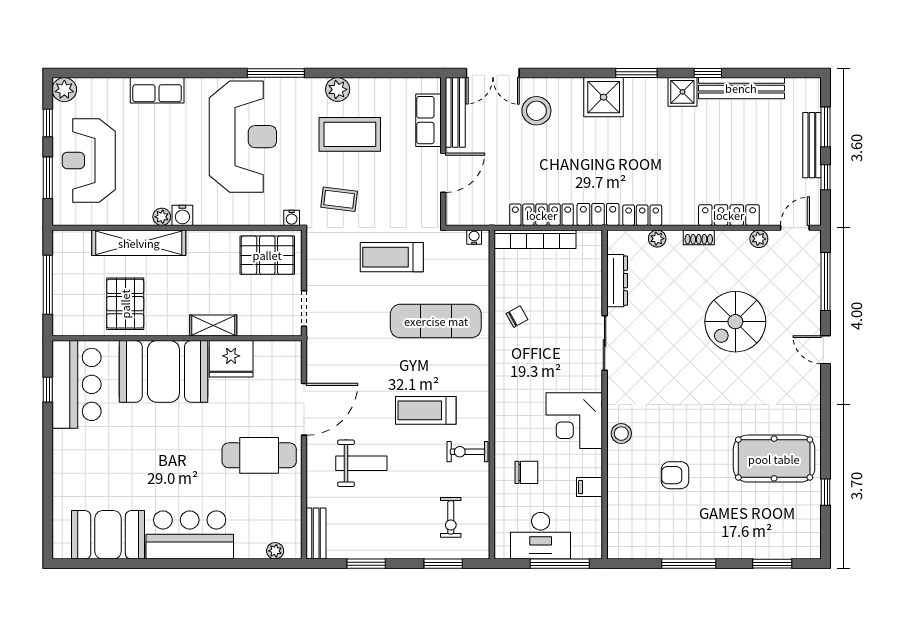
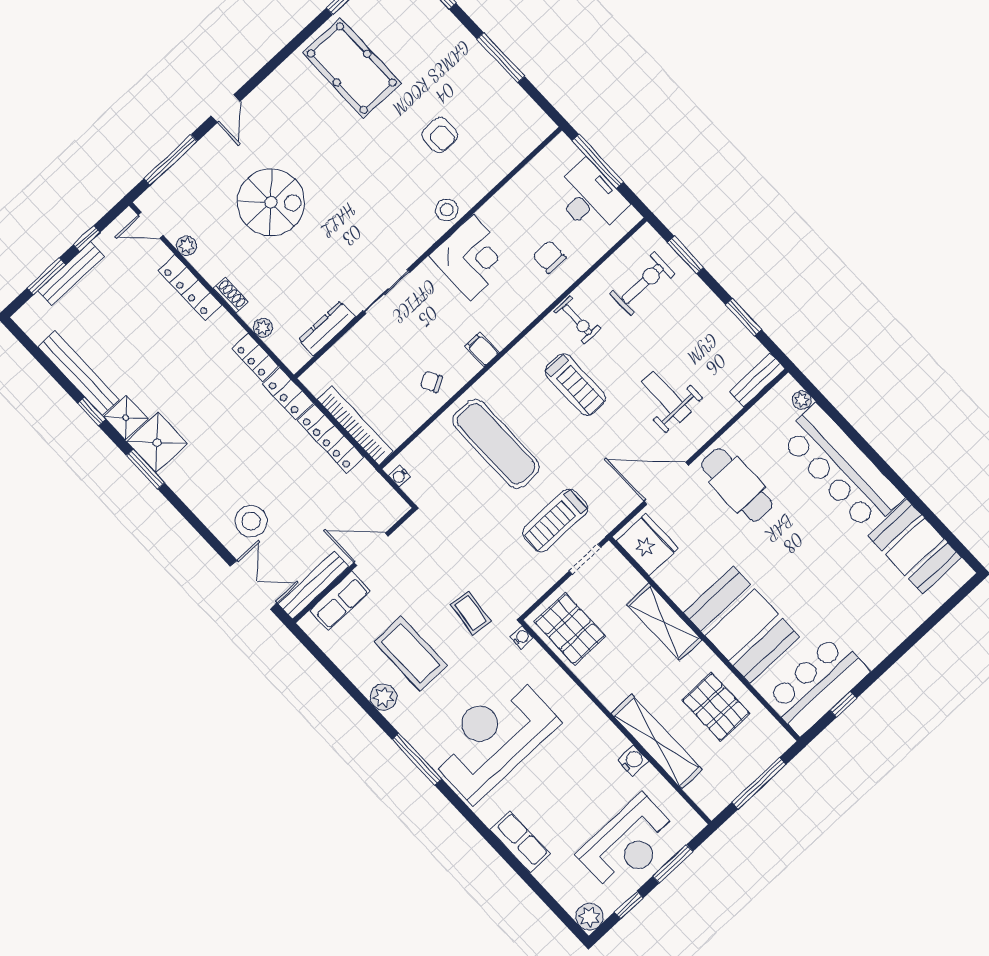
shower: (604, 97) -> (157, 443), moved
water cooler: (182, 215) -> (633, 761), moved
plant: (162, 217) -> (618, 743), removed
treadmill: (392, 257) -> (555, 520), moved, turned 90
pallet: (125, 304) -> (716, 707), turned 90
shelving: (213, 325) -> (664, 622), width x1.50, depth x1.33
fridge: (231, 359) -> (647, 545), moved
filing cabinet: (589, 487) -> (482, 349), moved, turned 180
exercise bike: (451, 517) -> (643, 284), width x1.38, depth x1.39
bar counter: (190, 535) -> (841, 468), width x1.36

